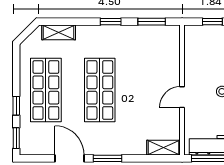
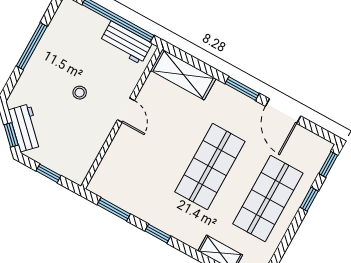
door: (182, 97) -> (126, 110), hinge flipped
shelving: (163, 148) -> (183, 74), width x1.50, depth x1.33

